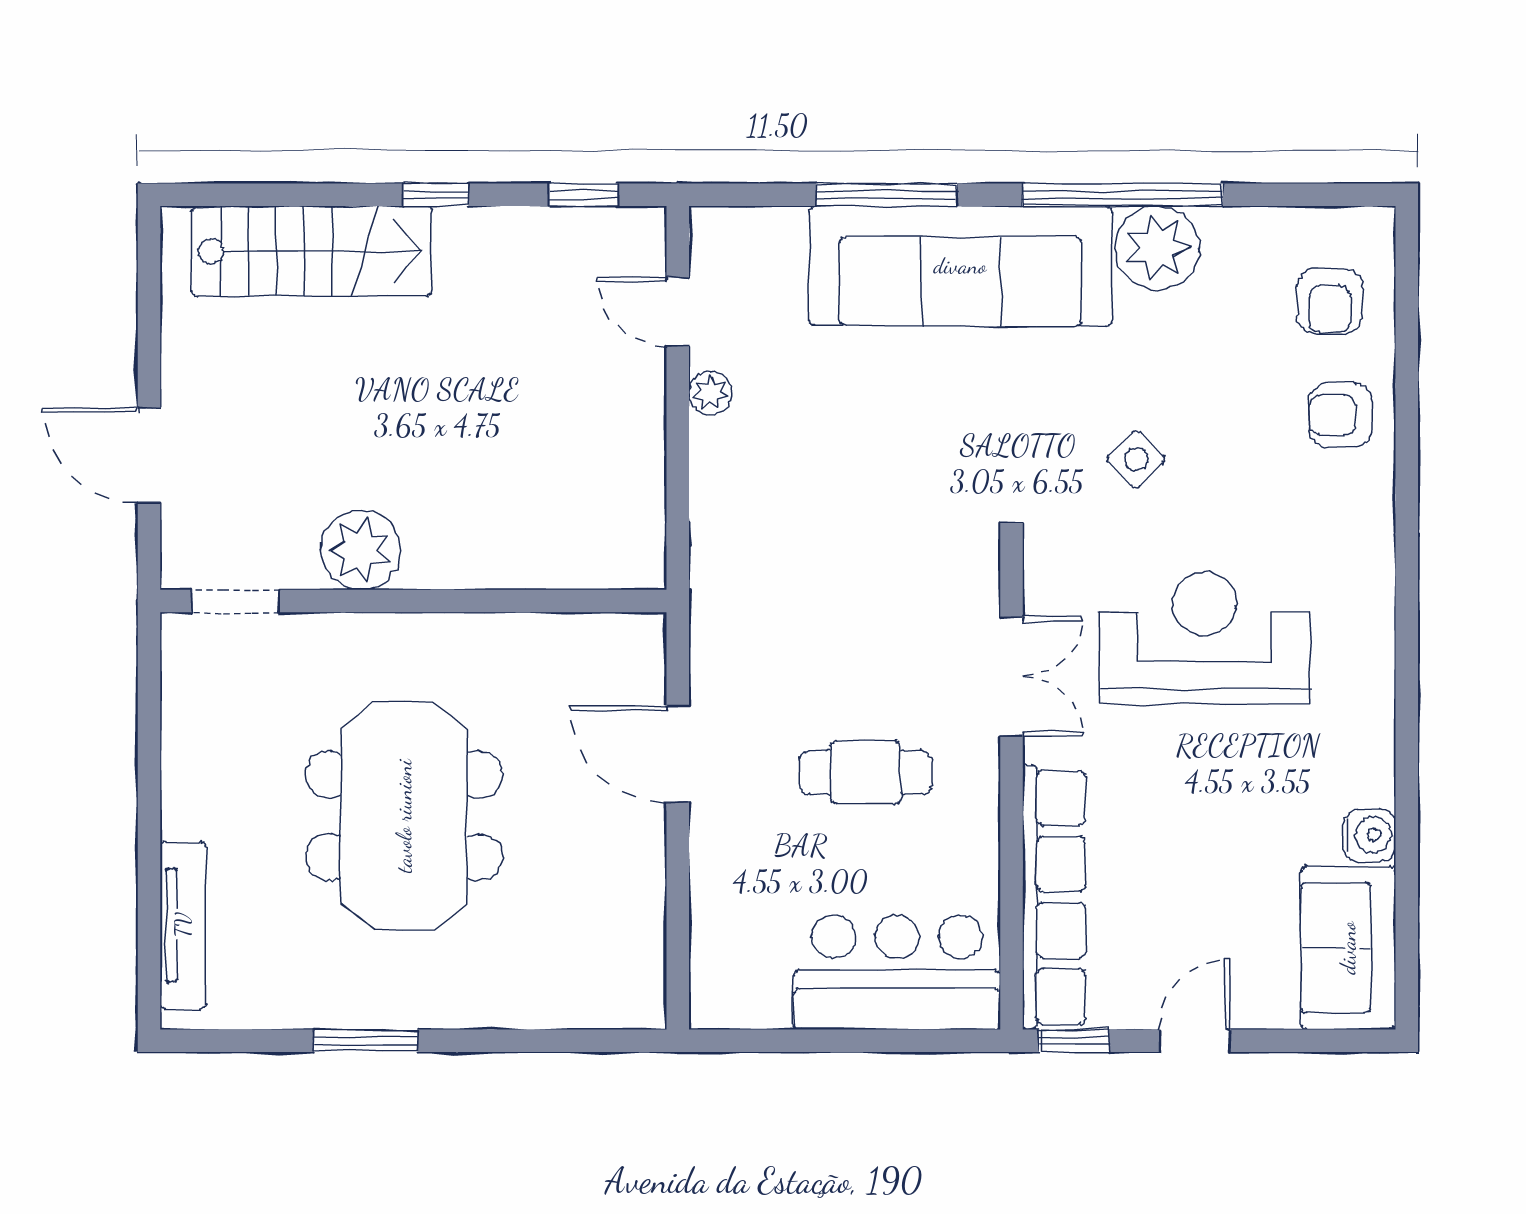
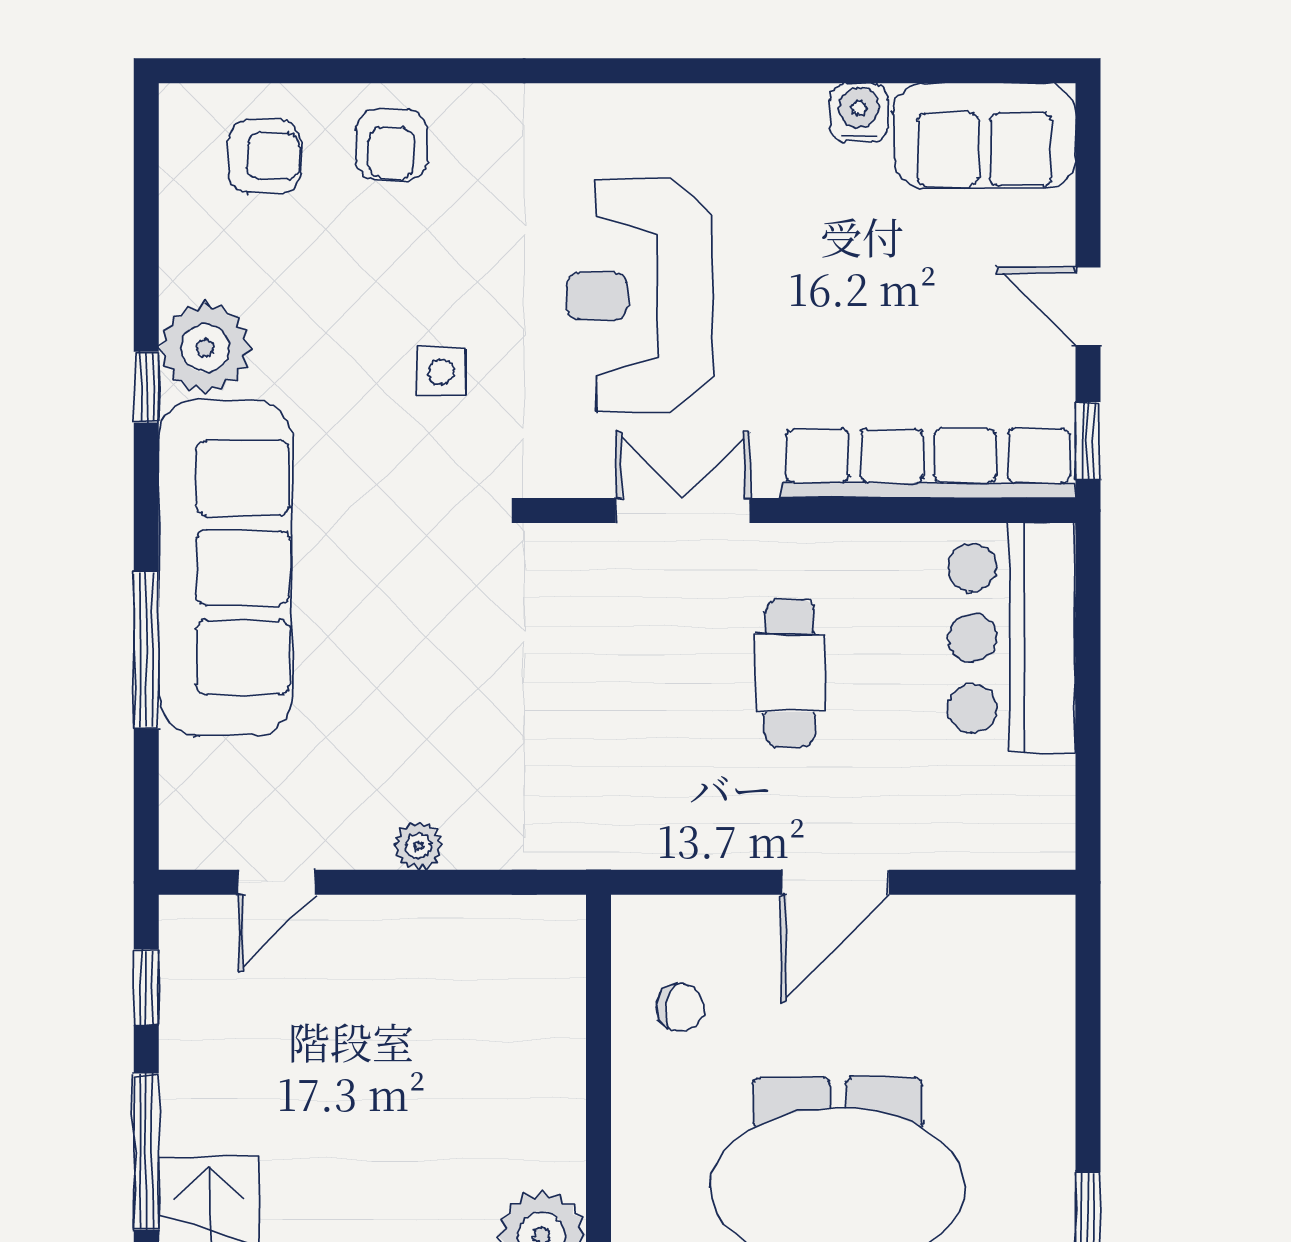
window: (436, 195) -> (146, 1151), width x2.17
window: (1122, 195) -> (146, 387), width x0.32
plant: (710, 393) -> (418, 846), moved
side table: (1136, 459) -> (441, 372), turned 45
chair: (565, 675) -> (680, 1008), added
door: (678, 754) -> (835, 882), moved

